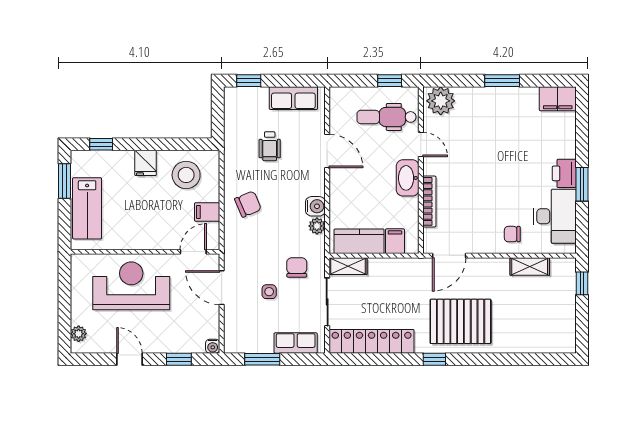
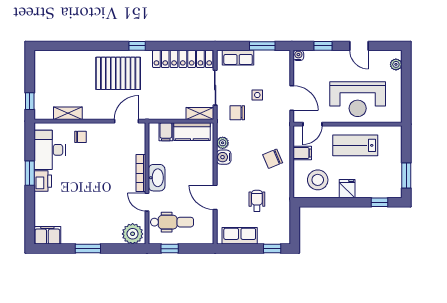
bookcase: (429, 201) -> (141, 173), moved
lab bench: (87, 208) -> (355, 145), moved, turned -90
chair: (297, 267) -> (237, 113), turned 90

